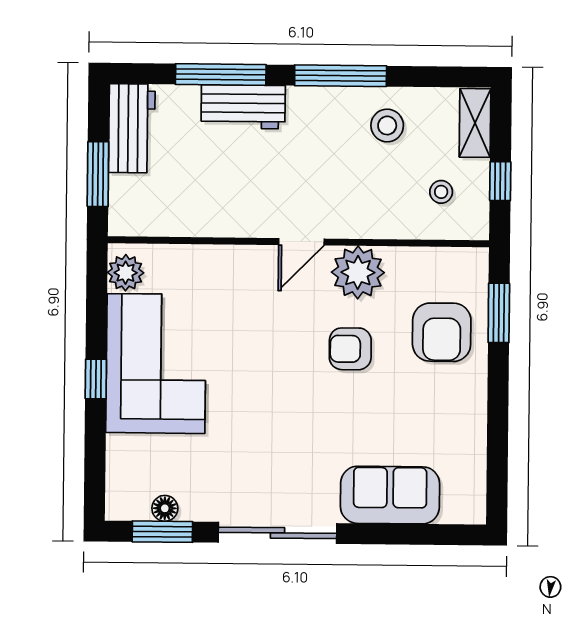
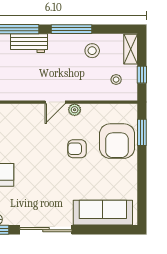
plant: (358, 272) -> (75, 110), width x0.53, depth x0.53
armchair: (442, 332) -> (117, 141), width x1.36, depth x1.36
sofa: (390, 495) -> (103, 213), width x1.36

